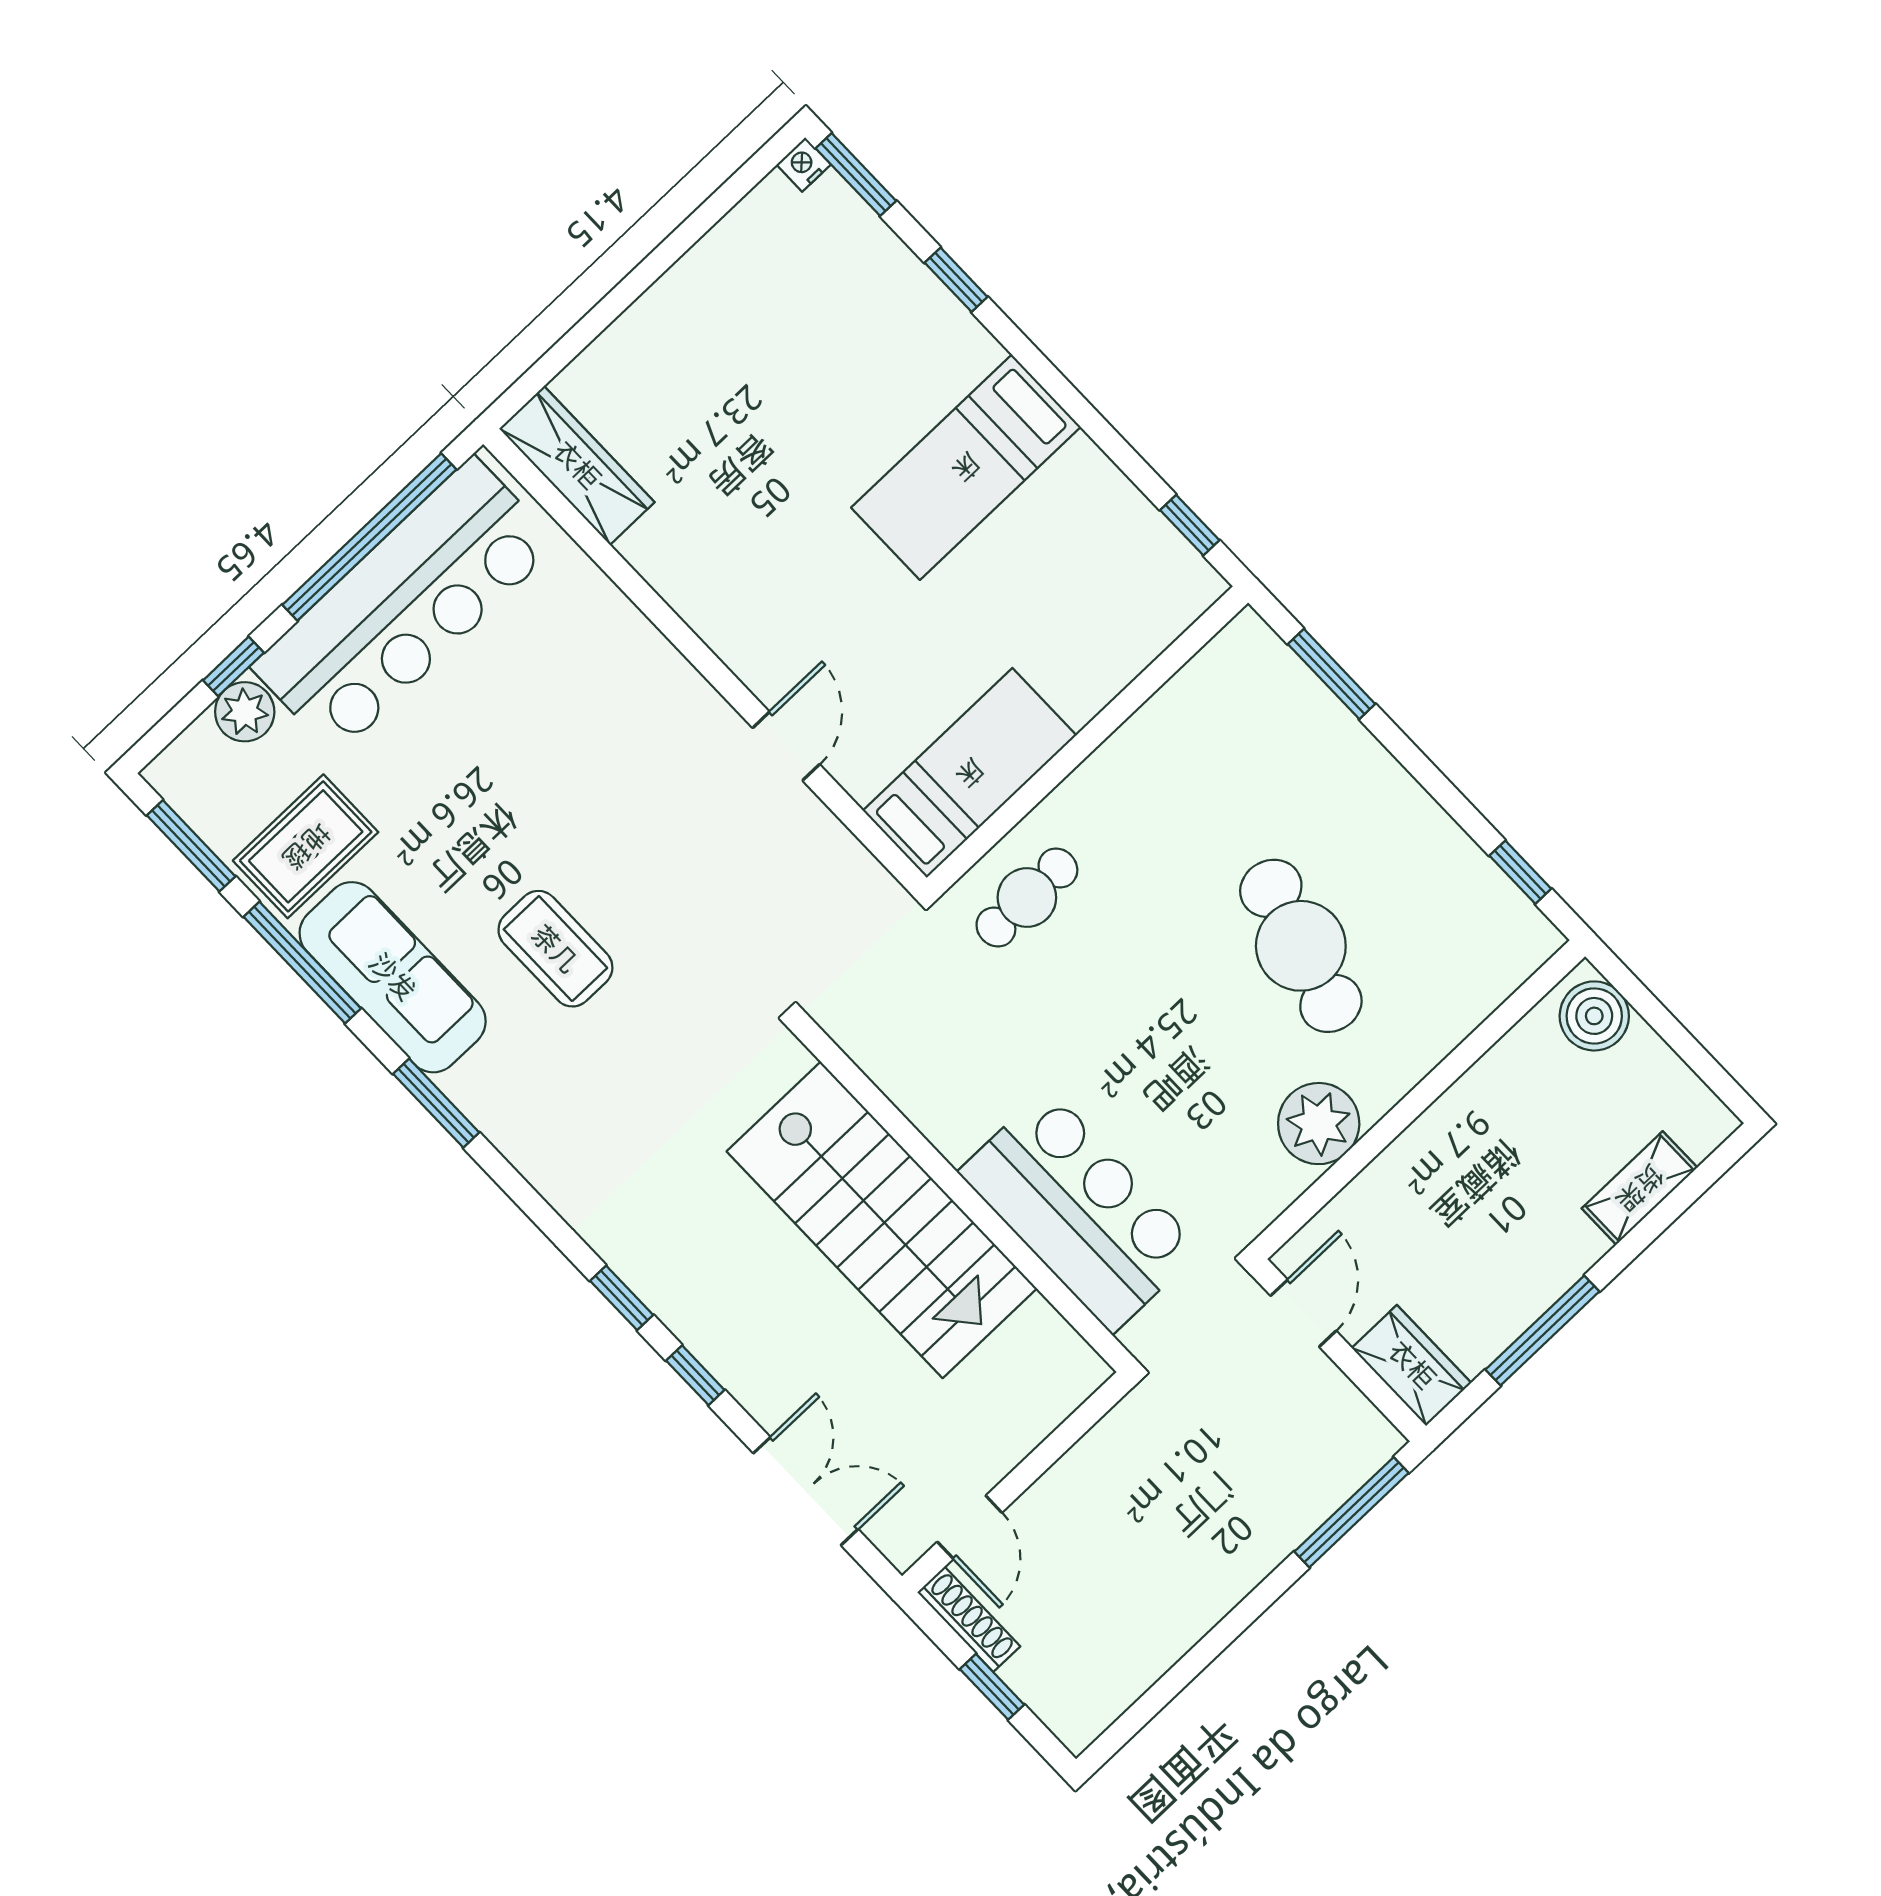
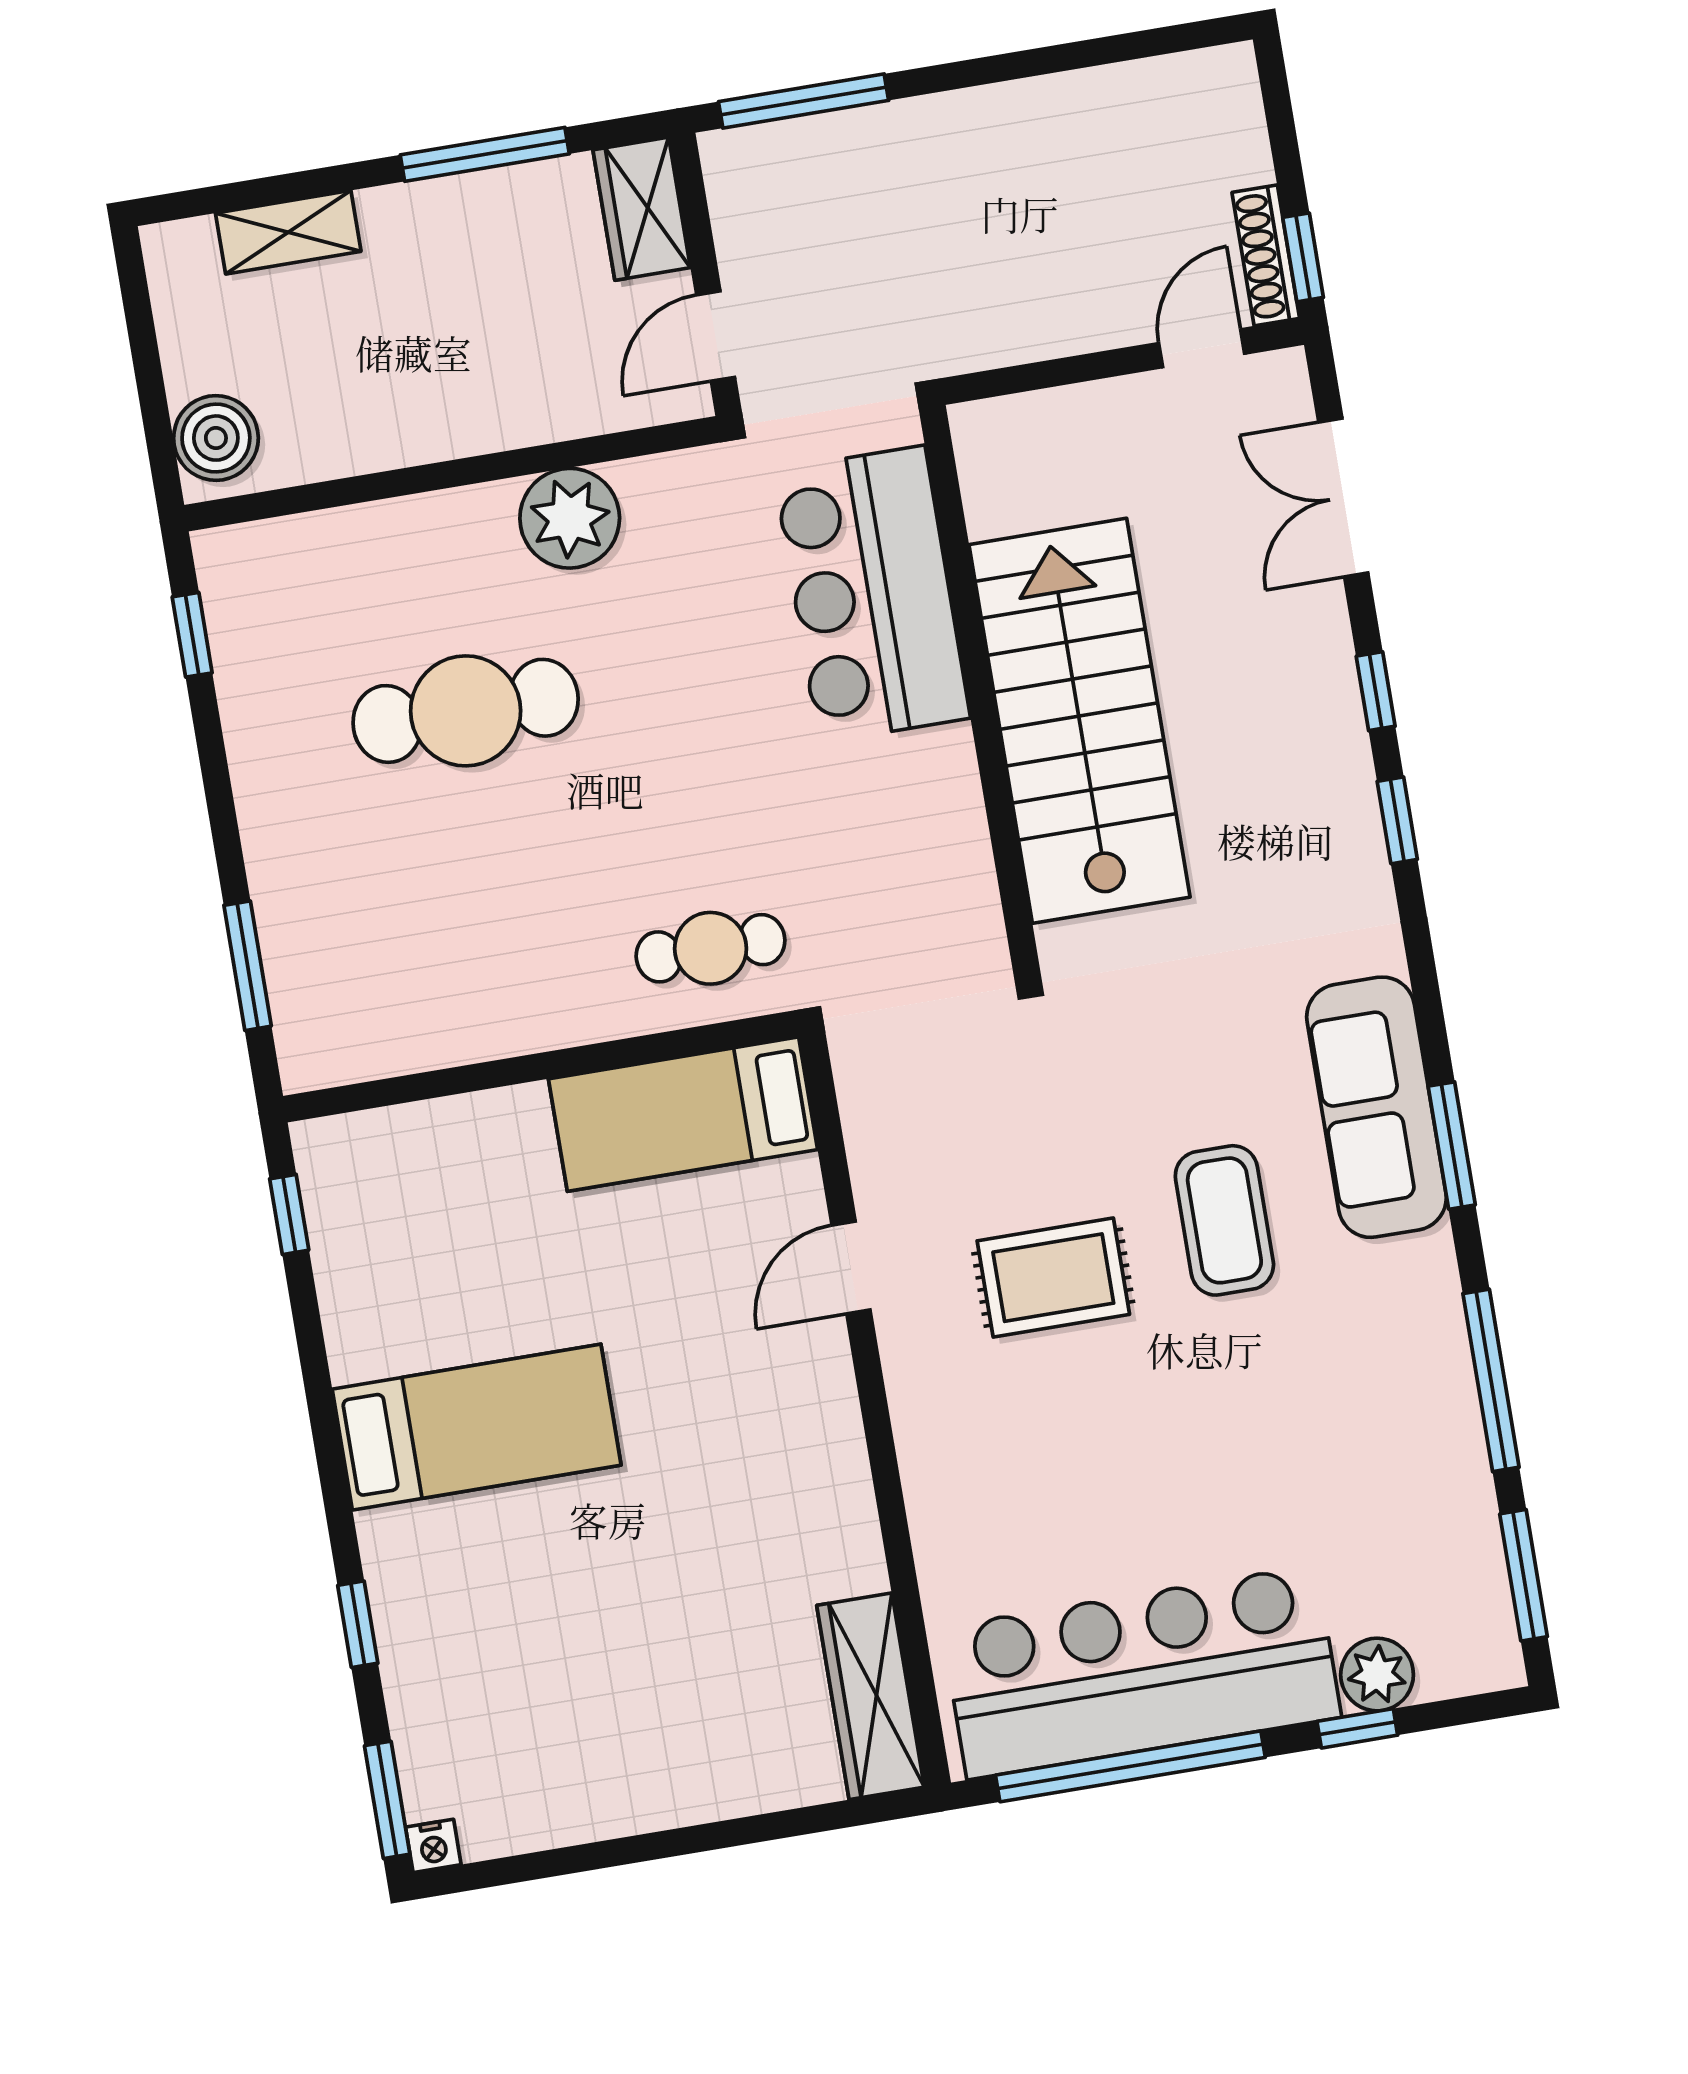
rug: (306, 846) -> (1053, 1278), moved
cafe table: (1301, 946) -> (466, 711), turned 74
sofa: (393, 977) -> (1376, 1107), moved
window: (992, 1687) -> (1303, 257), moved

